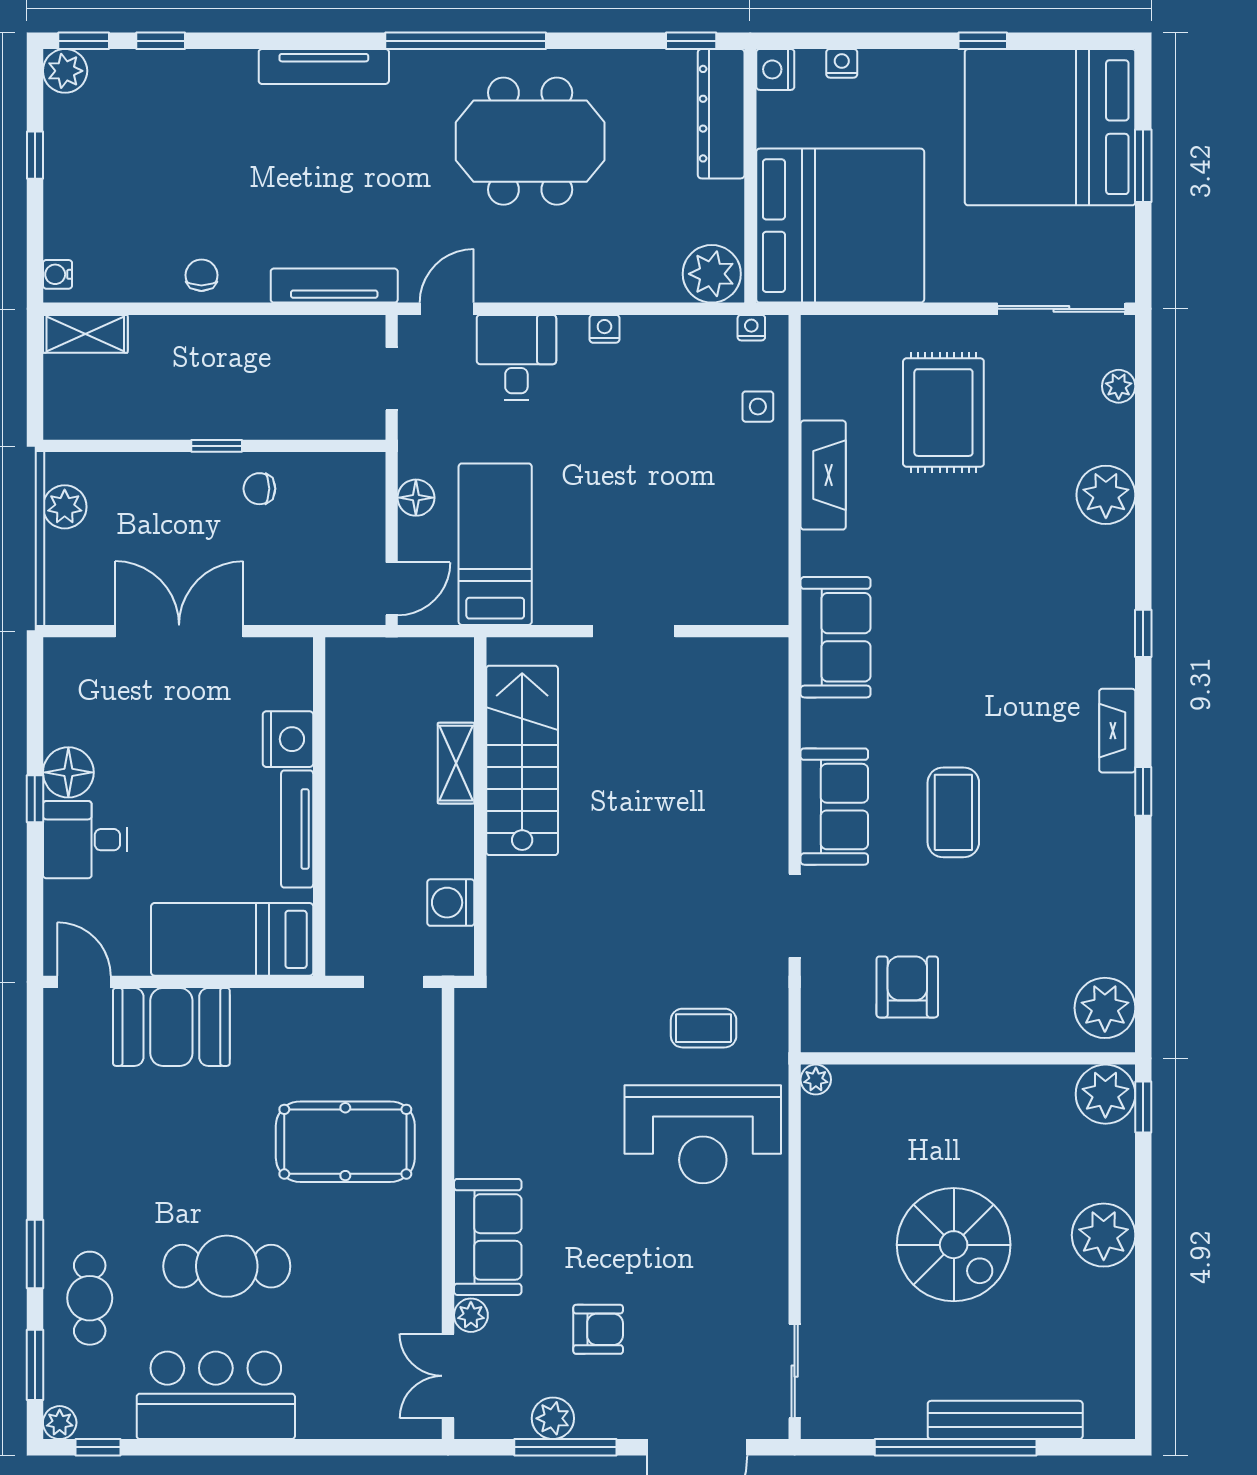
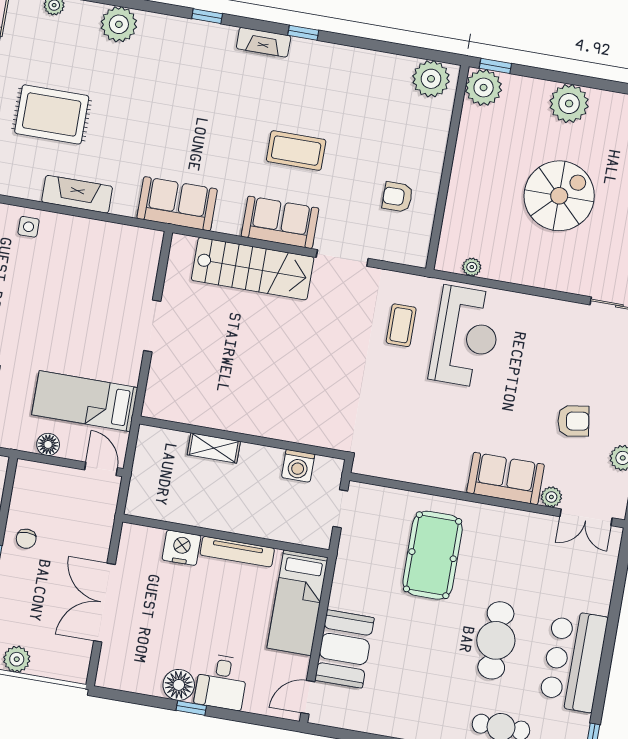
stairs: (522, 760) -> (253, 269), moved, turned 180
armchair: (907, 987) -> (397, 197), width x0.72, depth x0.72
plant: (816, 1080) -> (472, 267), moved
armchair: (598, 1329) -> (573, 421), turned 81

